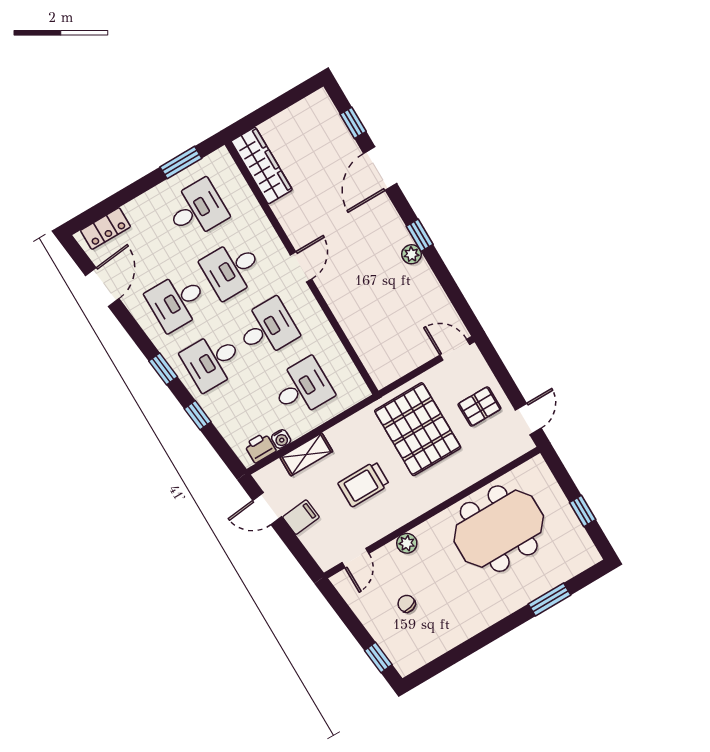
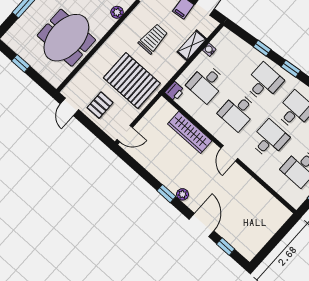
wardrobe: (262, 166) -> (190, 132), moved
plant: (412, 254) -> (182, 194), moved
printer: (260, 448) -> (175, 91), moved

